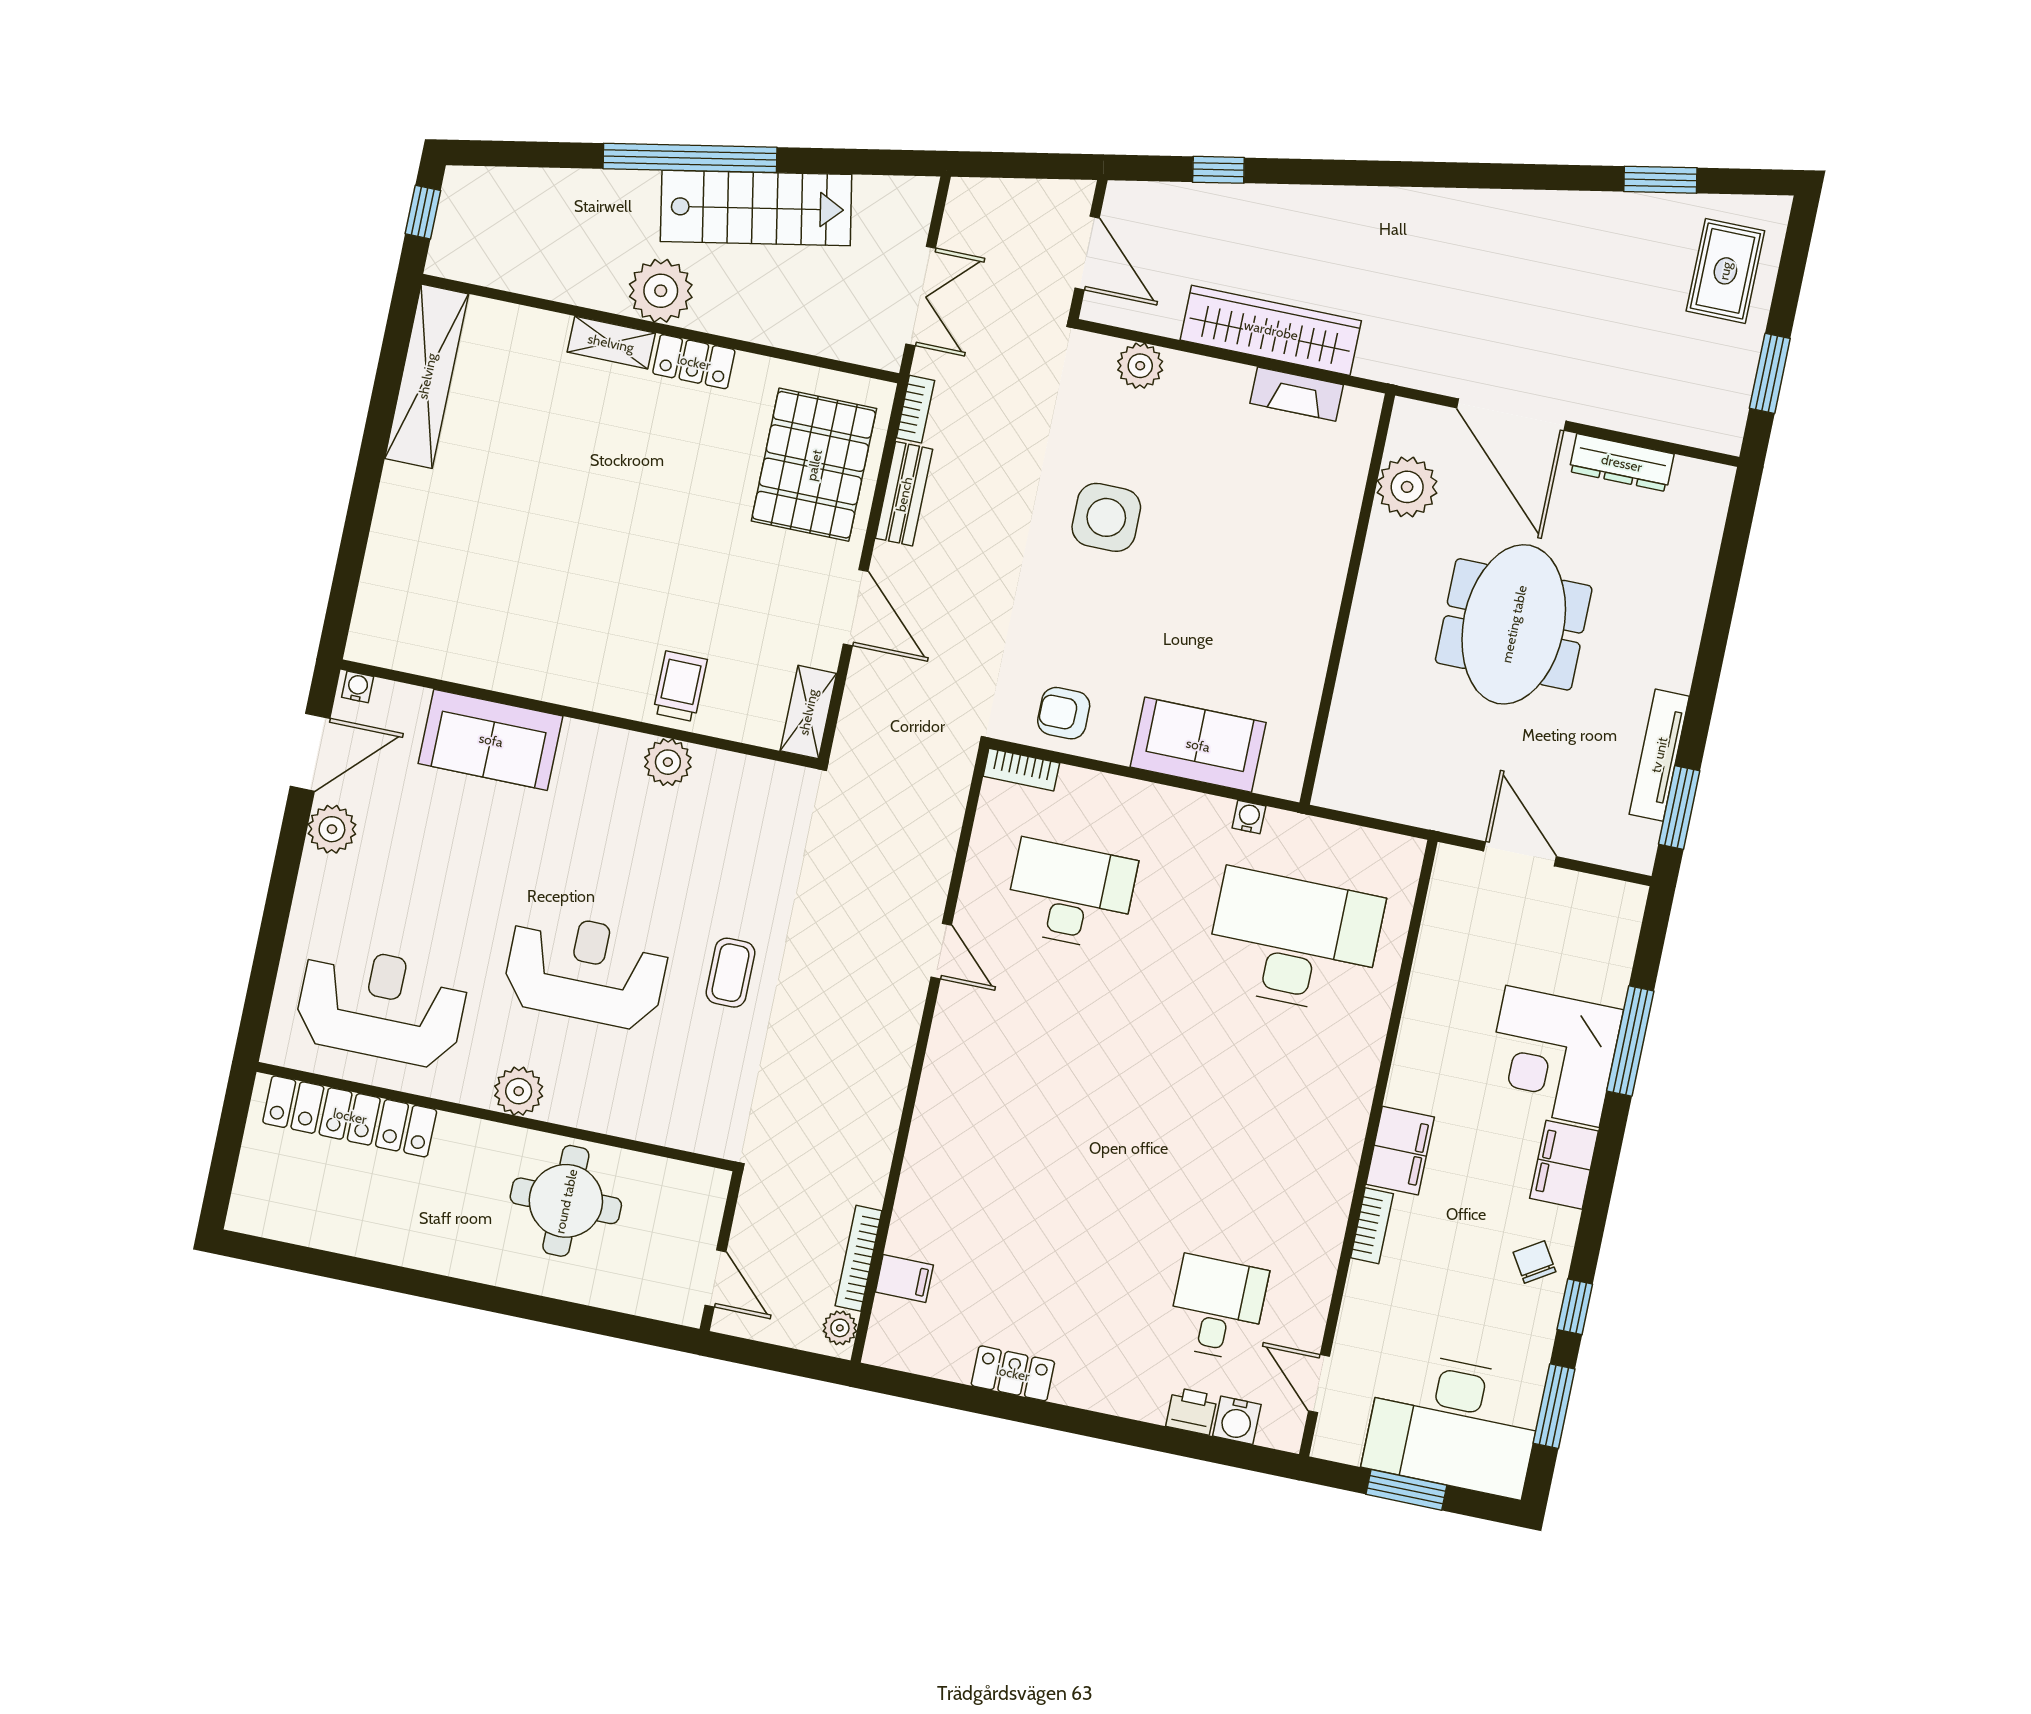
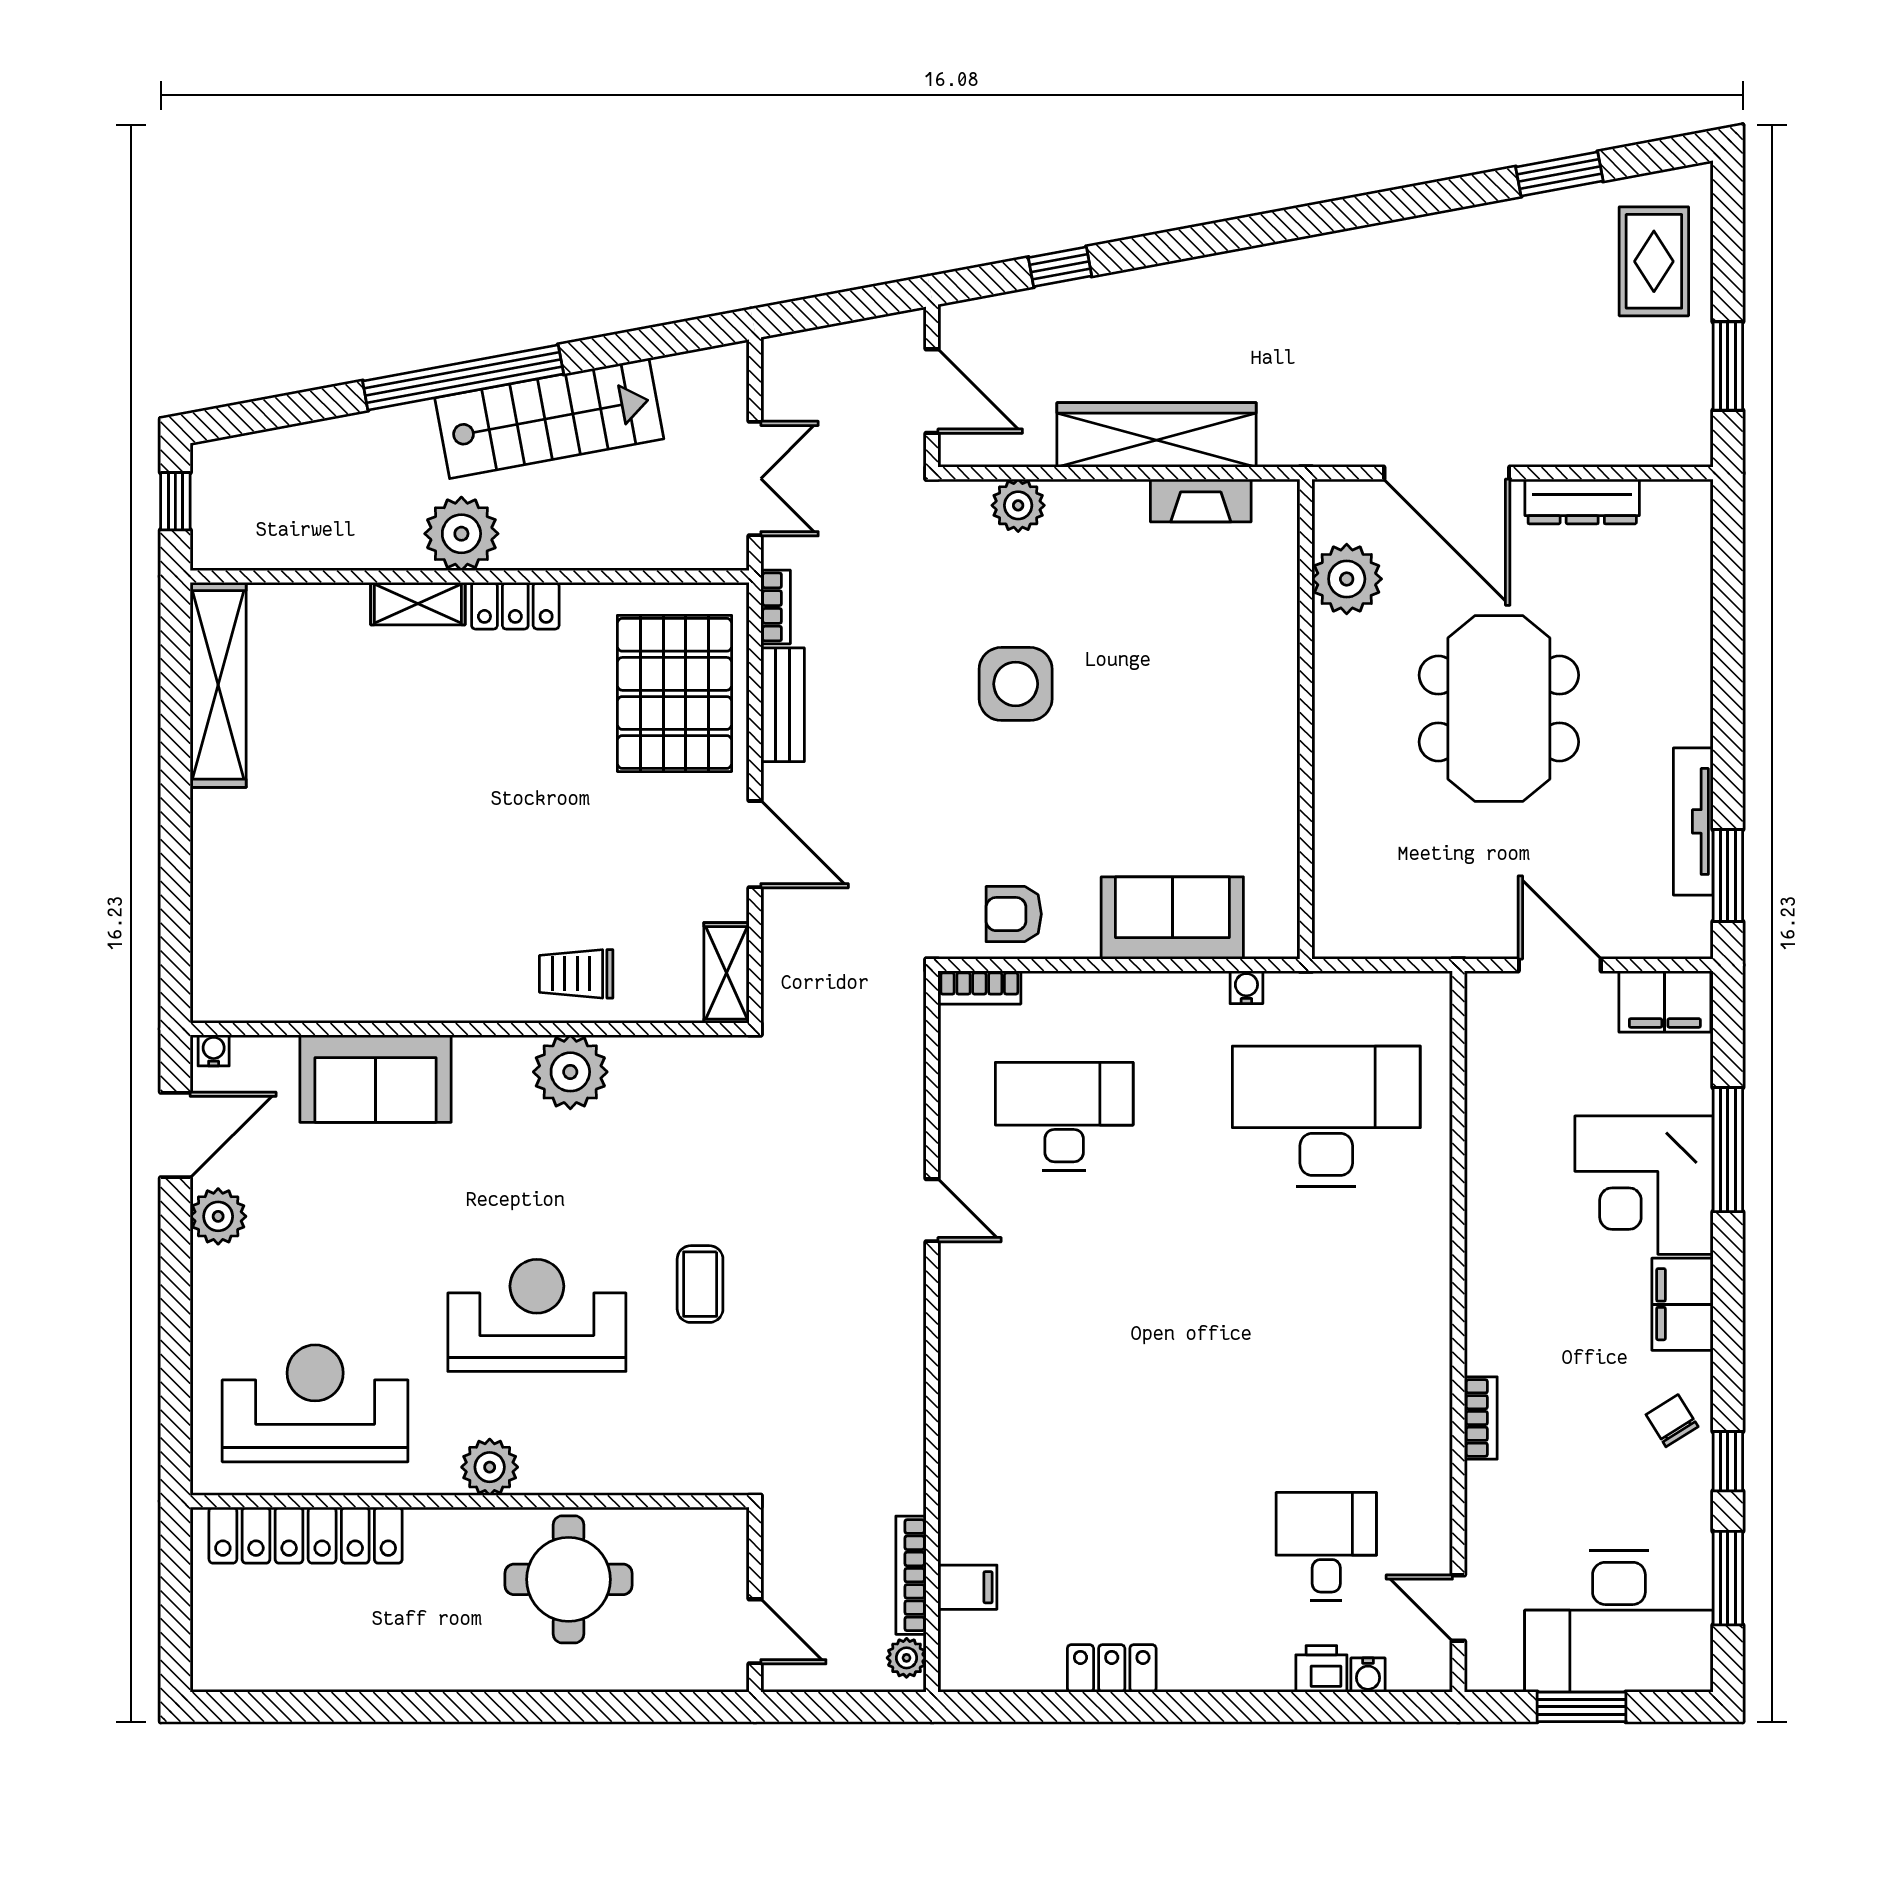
trolley: (680, 686) -> (576, 974), turned -90
plant: (668, 762) -> (570, 1072), width x1.36, depth x1.36
filing cabinet: (1400, 1151) -> (1665, 1002), moved, turned 90
water cooler: (1237, 1420) -> (1368, 1675), width x0.72, depth x0.72

